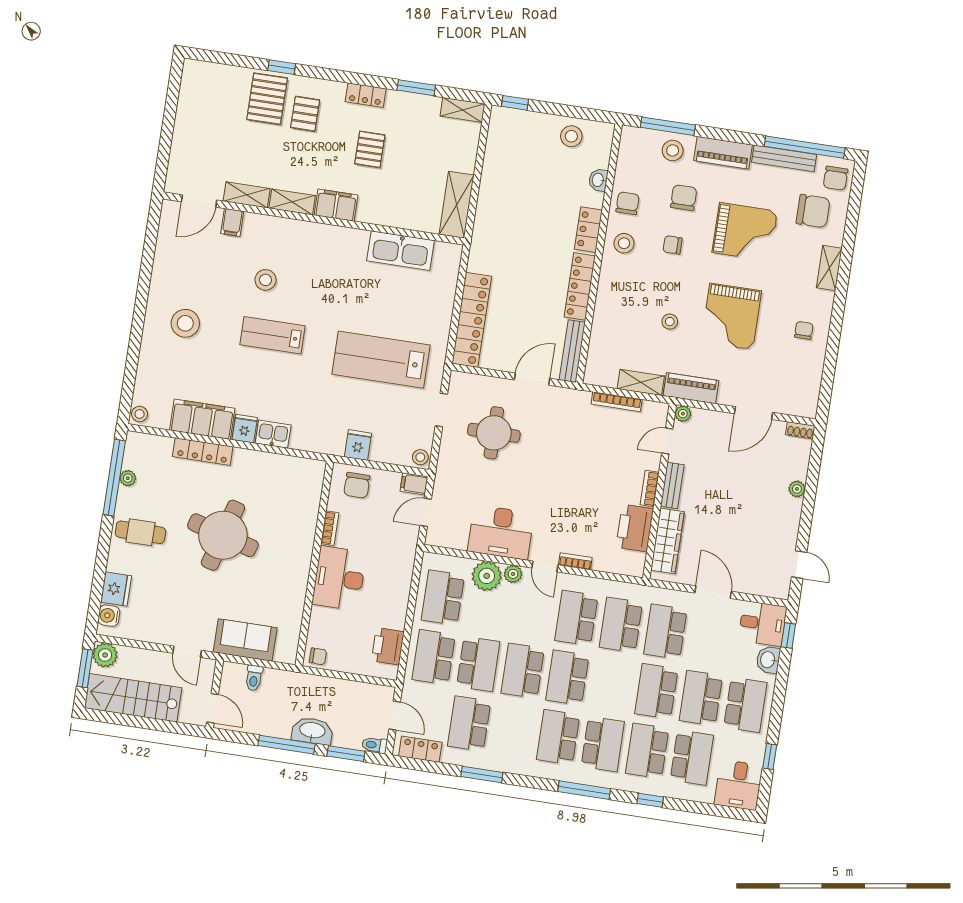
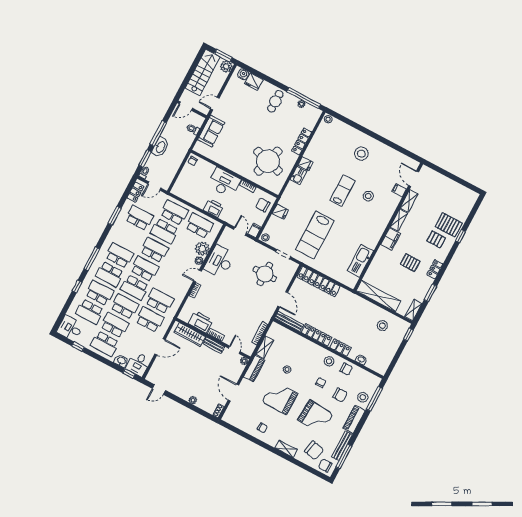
stool: (571, 136) -> (382, 326), moved
window: (805, 147) -> (344, 457), width x0.68
shelving: (457, 205) -> (378, 296), width x1.47
chair: (813, 211) -> (314, 450), turned -78
grand piano: (745, 232) -> (315, 417), turned -86
lab bench: (381, 360) -> (315, 235), turned 180
filing cabinet: (202, 419) -> (316, 146), removed
round table: (223, 535) -> (268, 161), moved
school desk: (576, 618) -> (135, 287), moved, turned 180
printer: (388, 646) -> (213, 208), moved

